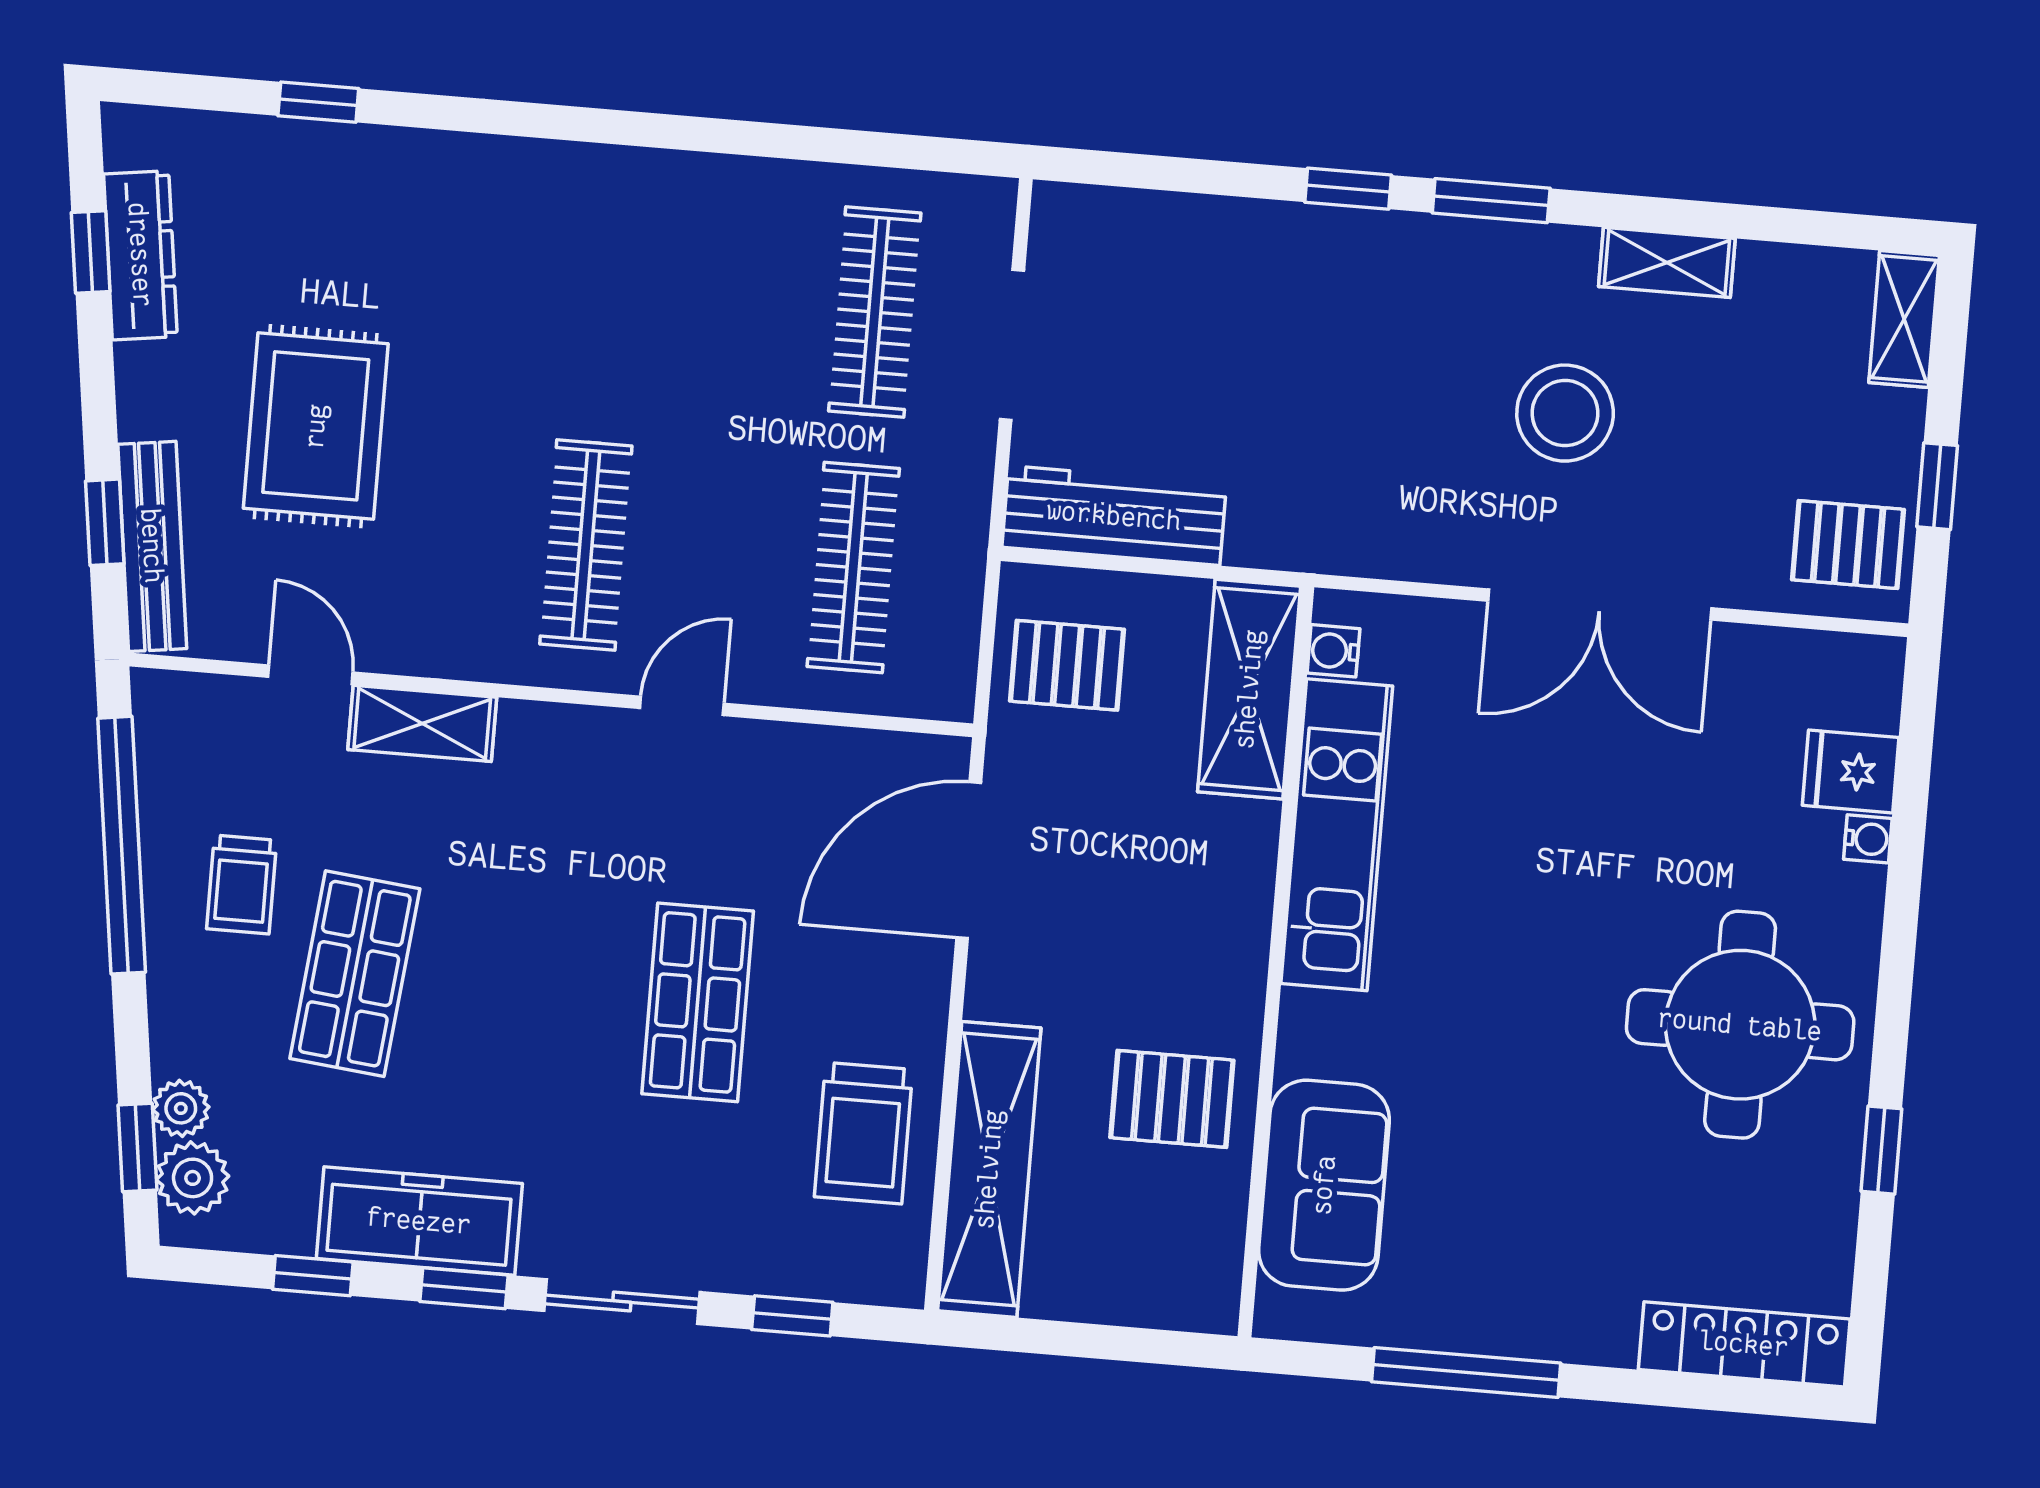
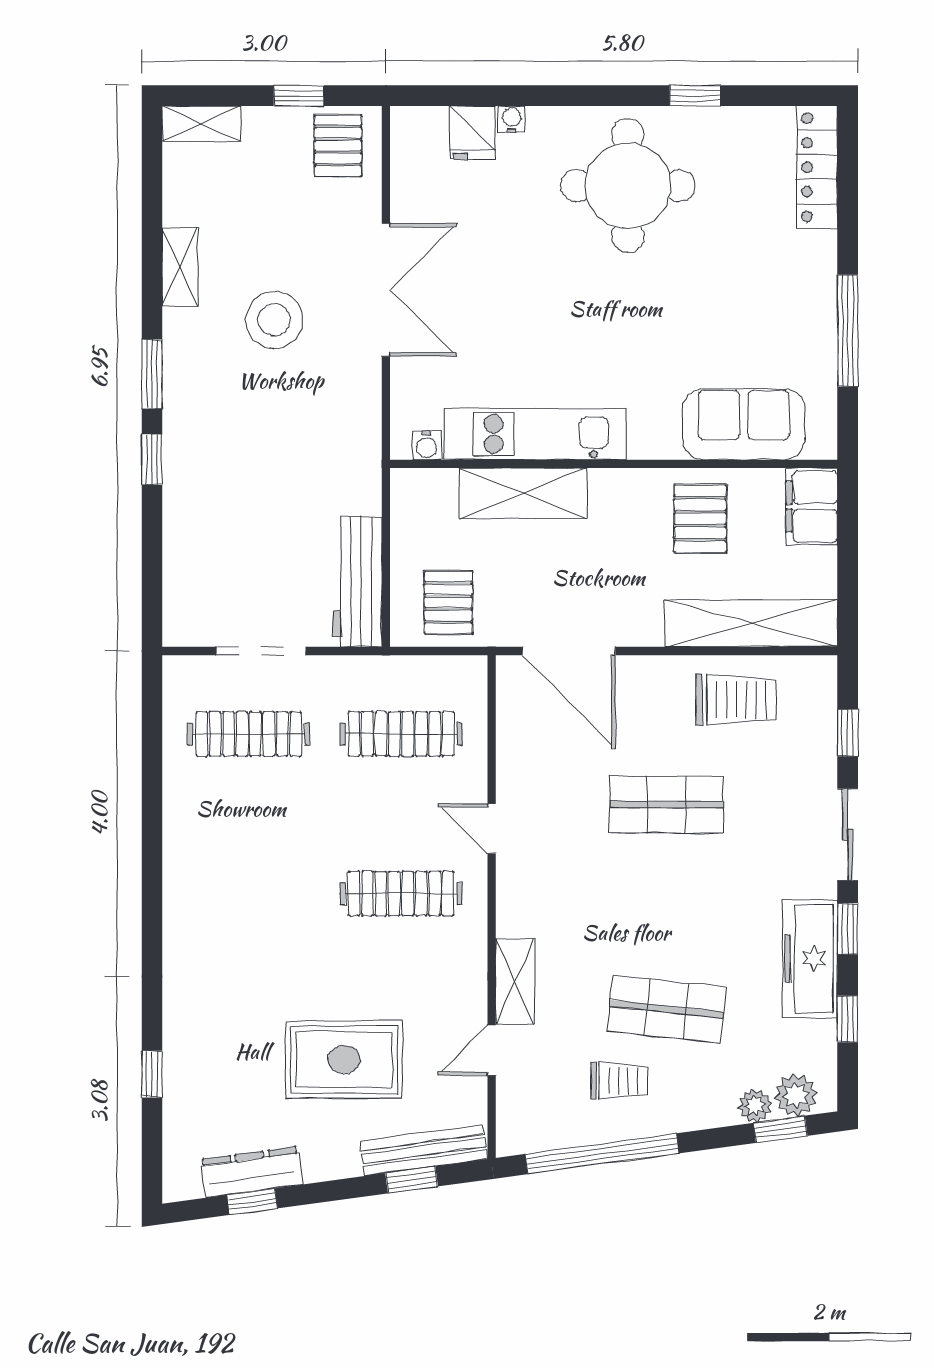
shelving: (1249, 689) -> (523, 493), moved
filing cabinet: (1177, 1287) -> (812, 507), added

